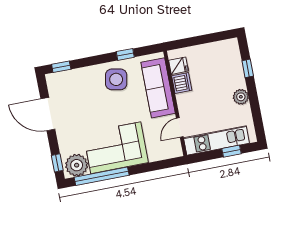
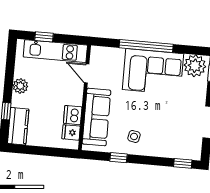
kitchen counter: (232, 57) -> (18, 126), added
side table: (116, 79) -> (134, 136), width x0.54, depth x0.54
door: (180, 128) -> (87, 73), swing flipped
window: (102, 176) -> (146, 46), moved

